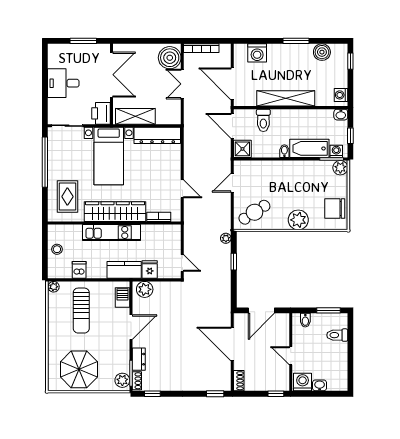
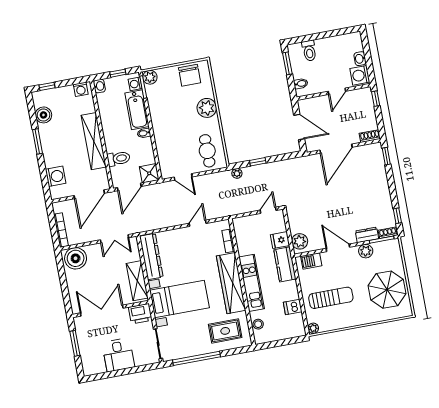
double door: (182, 84) -> (114, 239), moved
cafe table: (254, 212) -> (207, 151), turned 33
stool: (57, 249) -> (258, 324), moved
plant: (122, 380) -> (366, 251), moved

